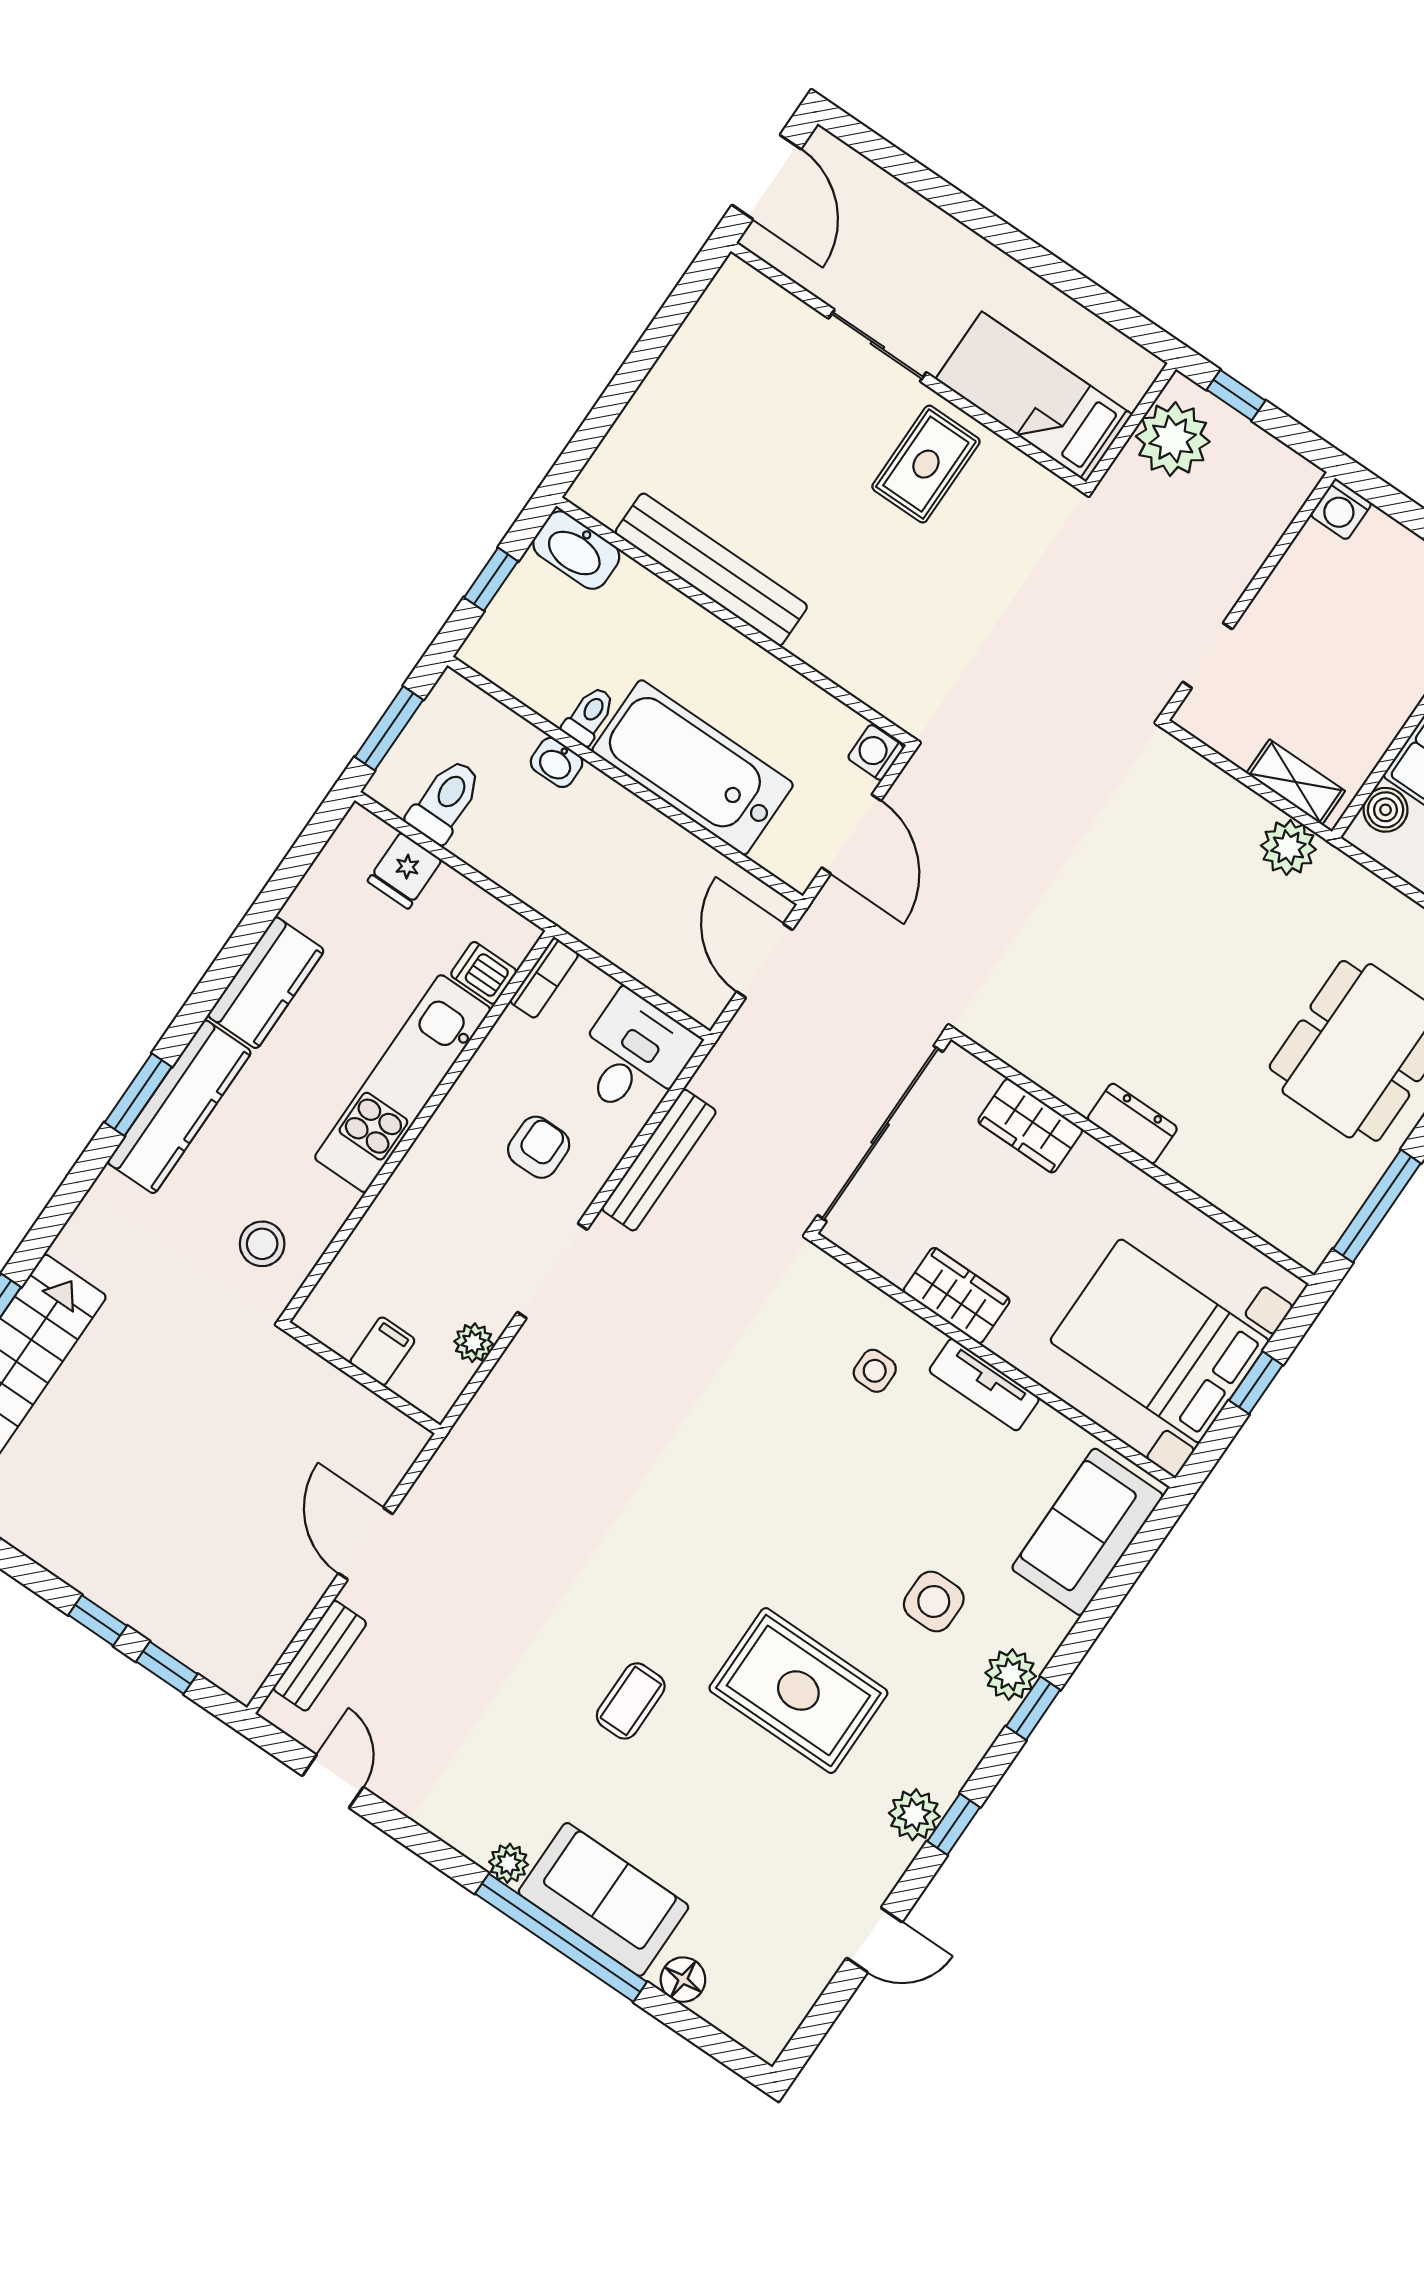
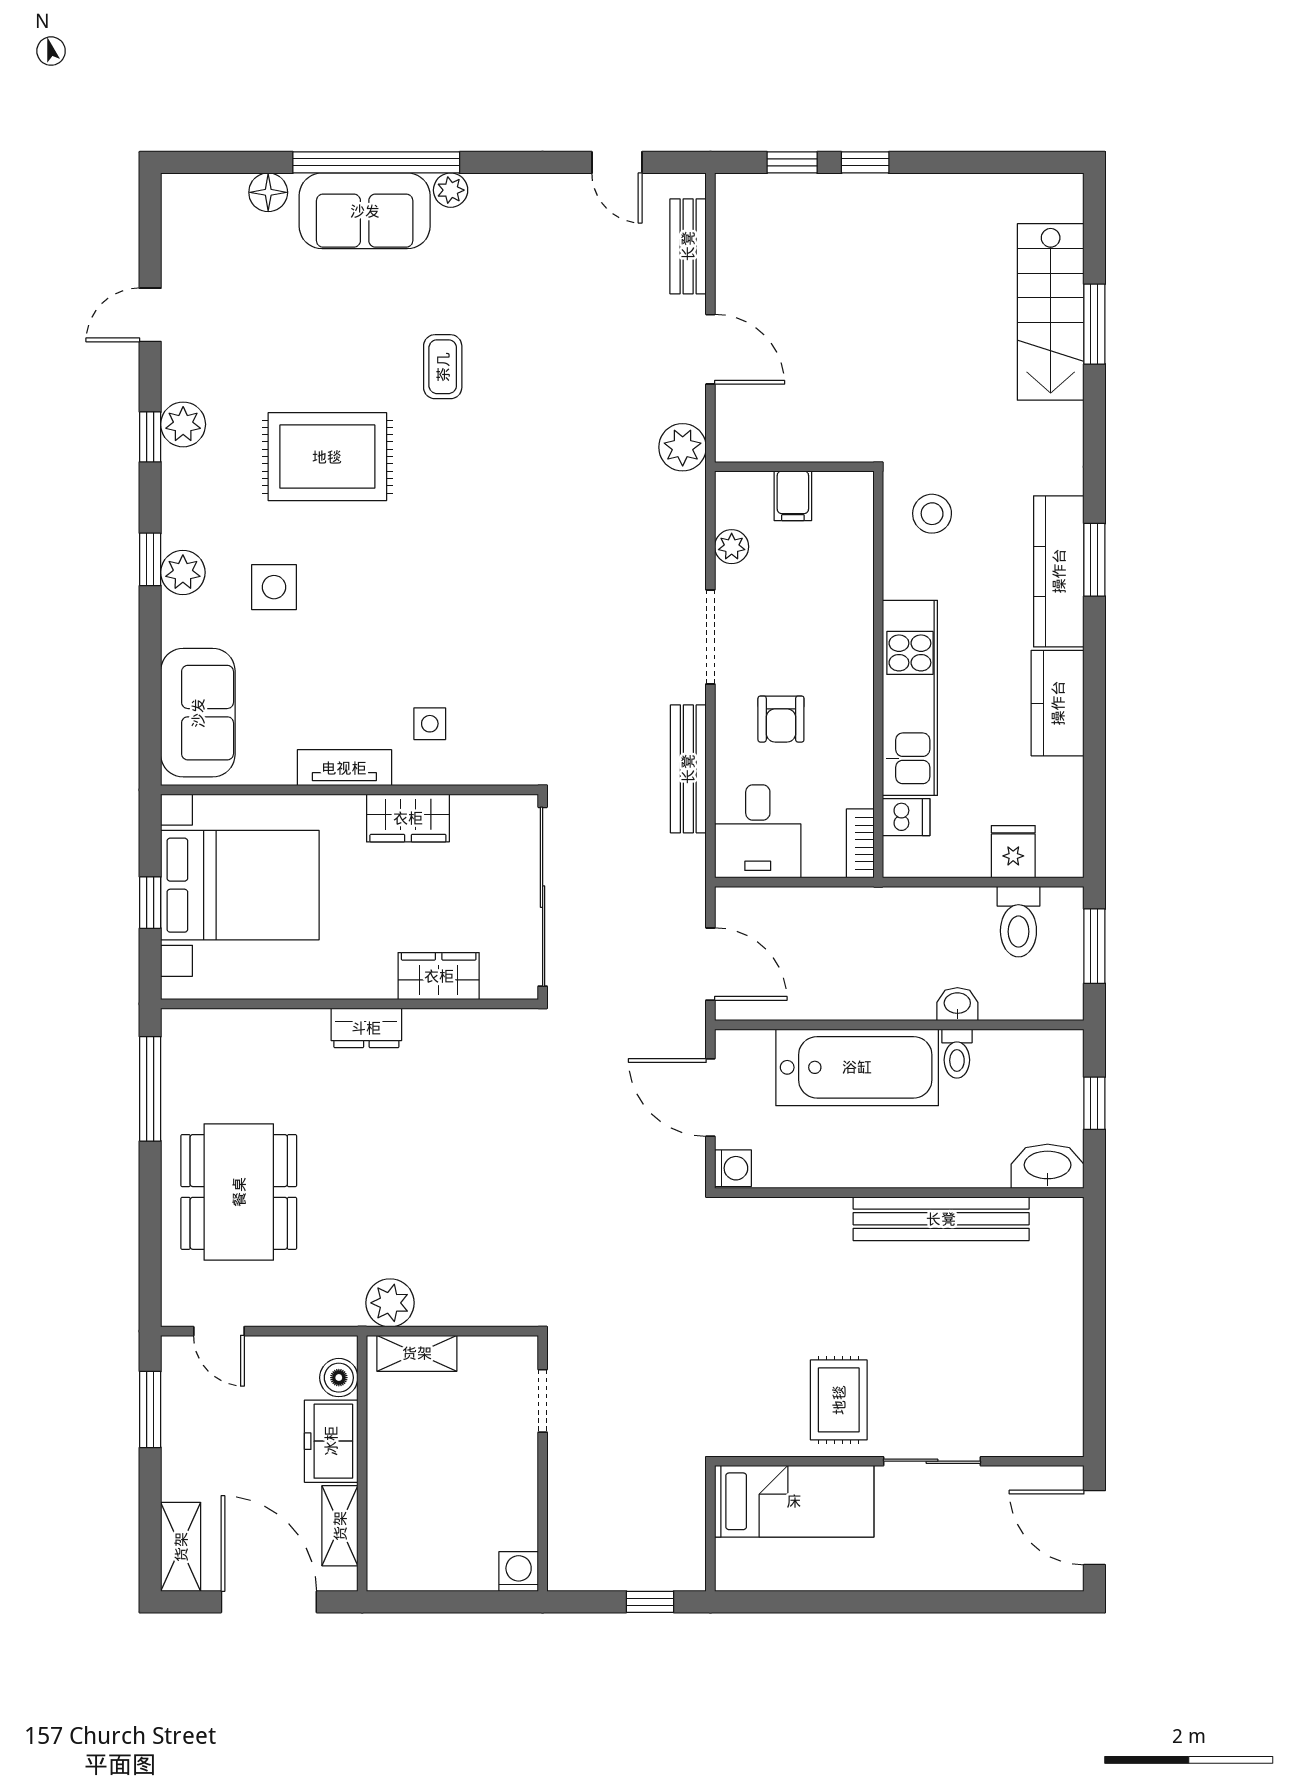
plant: (1173, 439) -> (683, 447), moved, width x0.73, depth x0.73

